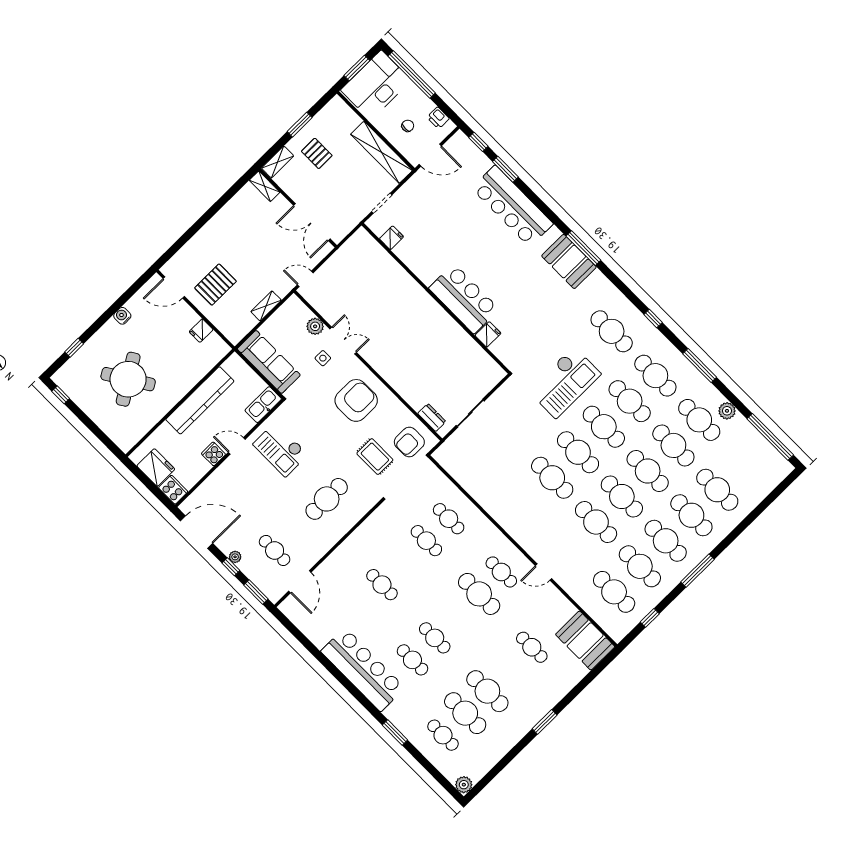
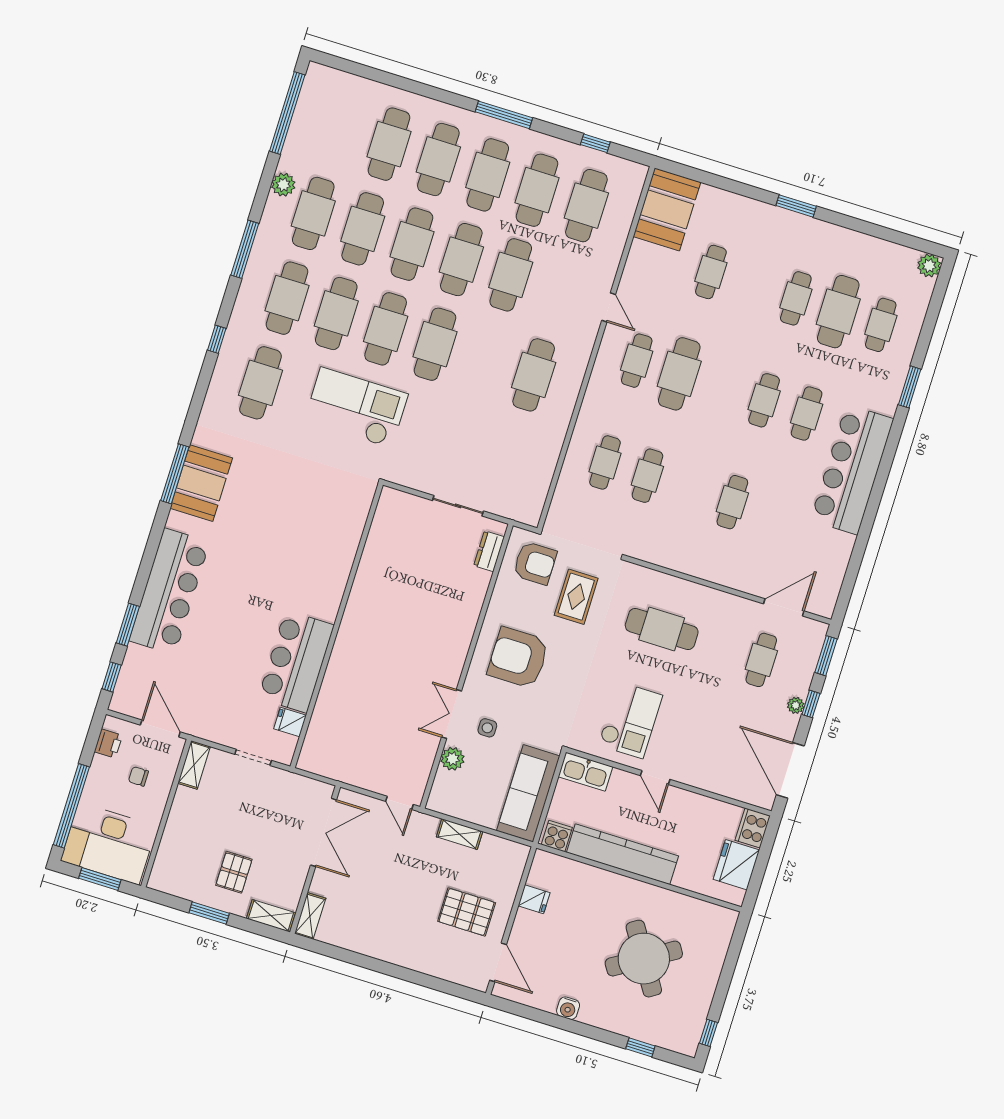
shelving: (382, 152) -> (194, 765), width x0.45, depth x0.75
bar counter: (464, 299) -> (296, 662), moved
fridge: (488, 334) -> (347, 536), removed
cooker: (213, 454) -> (557, 836), moved, turned 180
cafe table: (552, 478) -> (534, 375), moved
cafe table: (487, 691) -> (796, 298), width x0.73, depth x0.74

